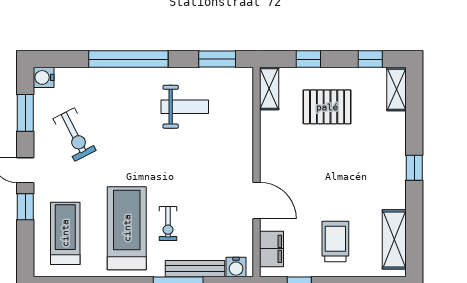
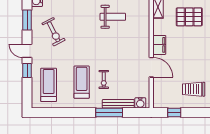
treadmill: (127, 228) -> (82, 82), width x0.73, depth x0.73
trolley: (335, 242) -> (194, 89), turned -90
filing cabinet: (271, 249) -> (159, 45), moved

